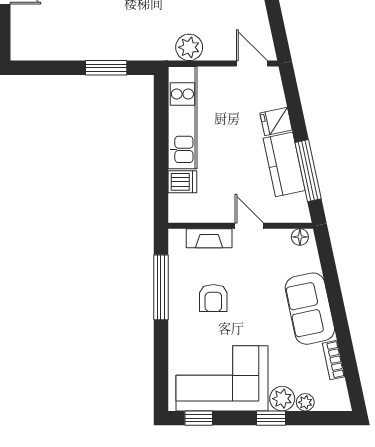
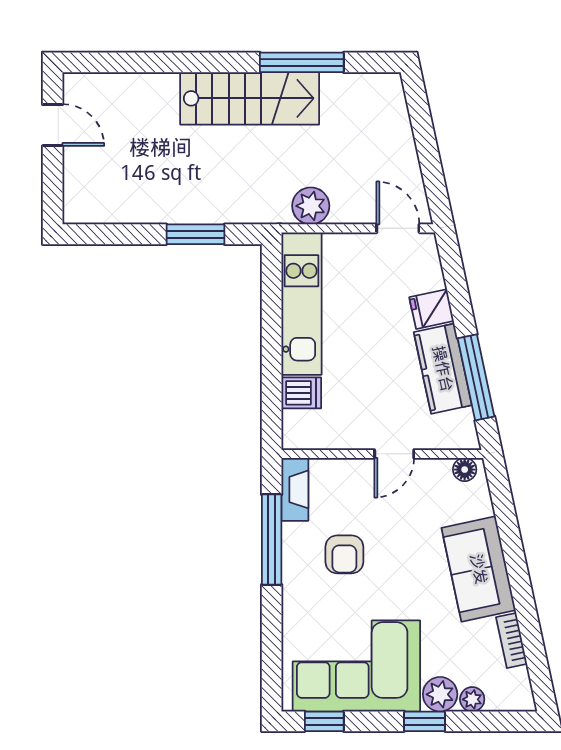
door: (249, 226) -> (394, 454), swing flipped
fireplace: (209, 238) -> (295, 489), moved, turned -90

